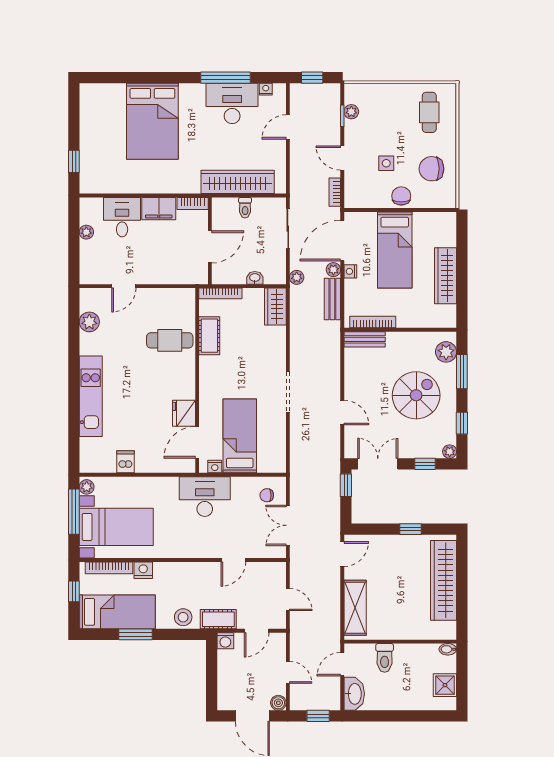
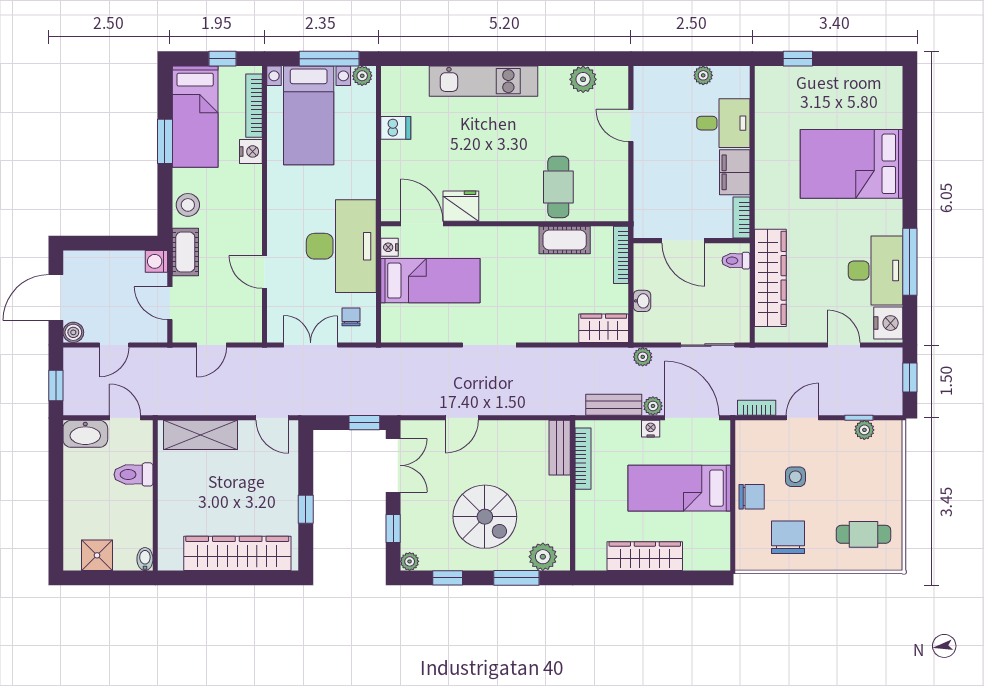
nightstand: (266, 89) -> (888, 323), width x1.89, depth x1.79
toilet: (245, 208) -> (736, 261), moved
desk: (205, 497) -> (341, 246), width x1.36, depth x1.30

